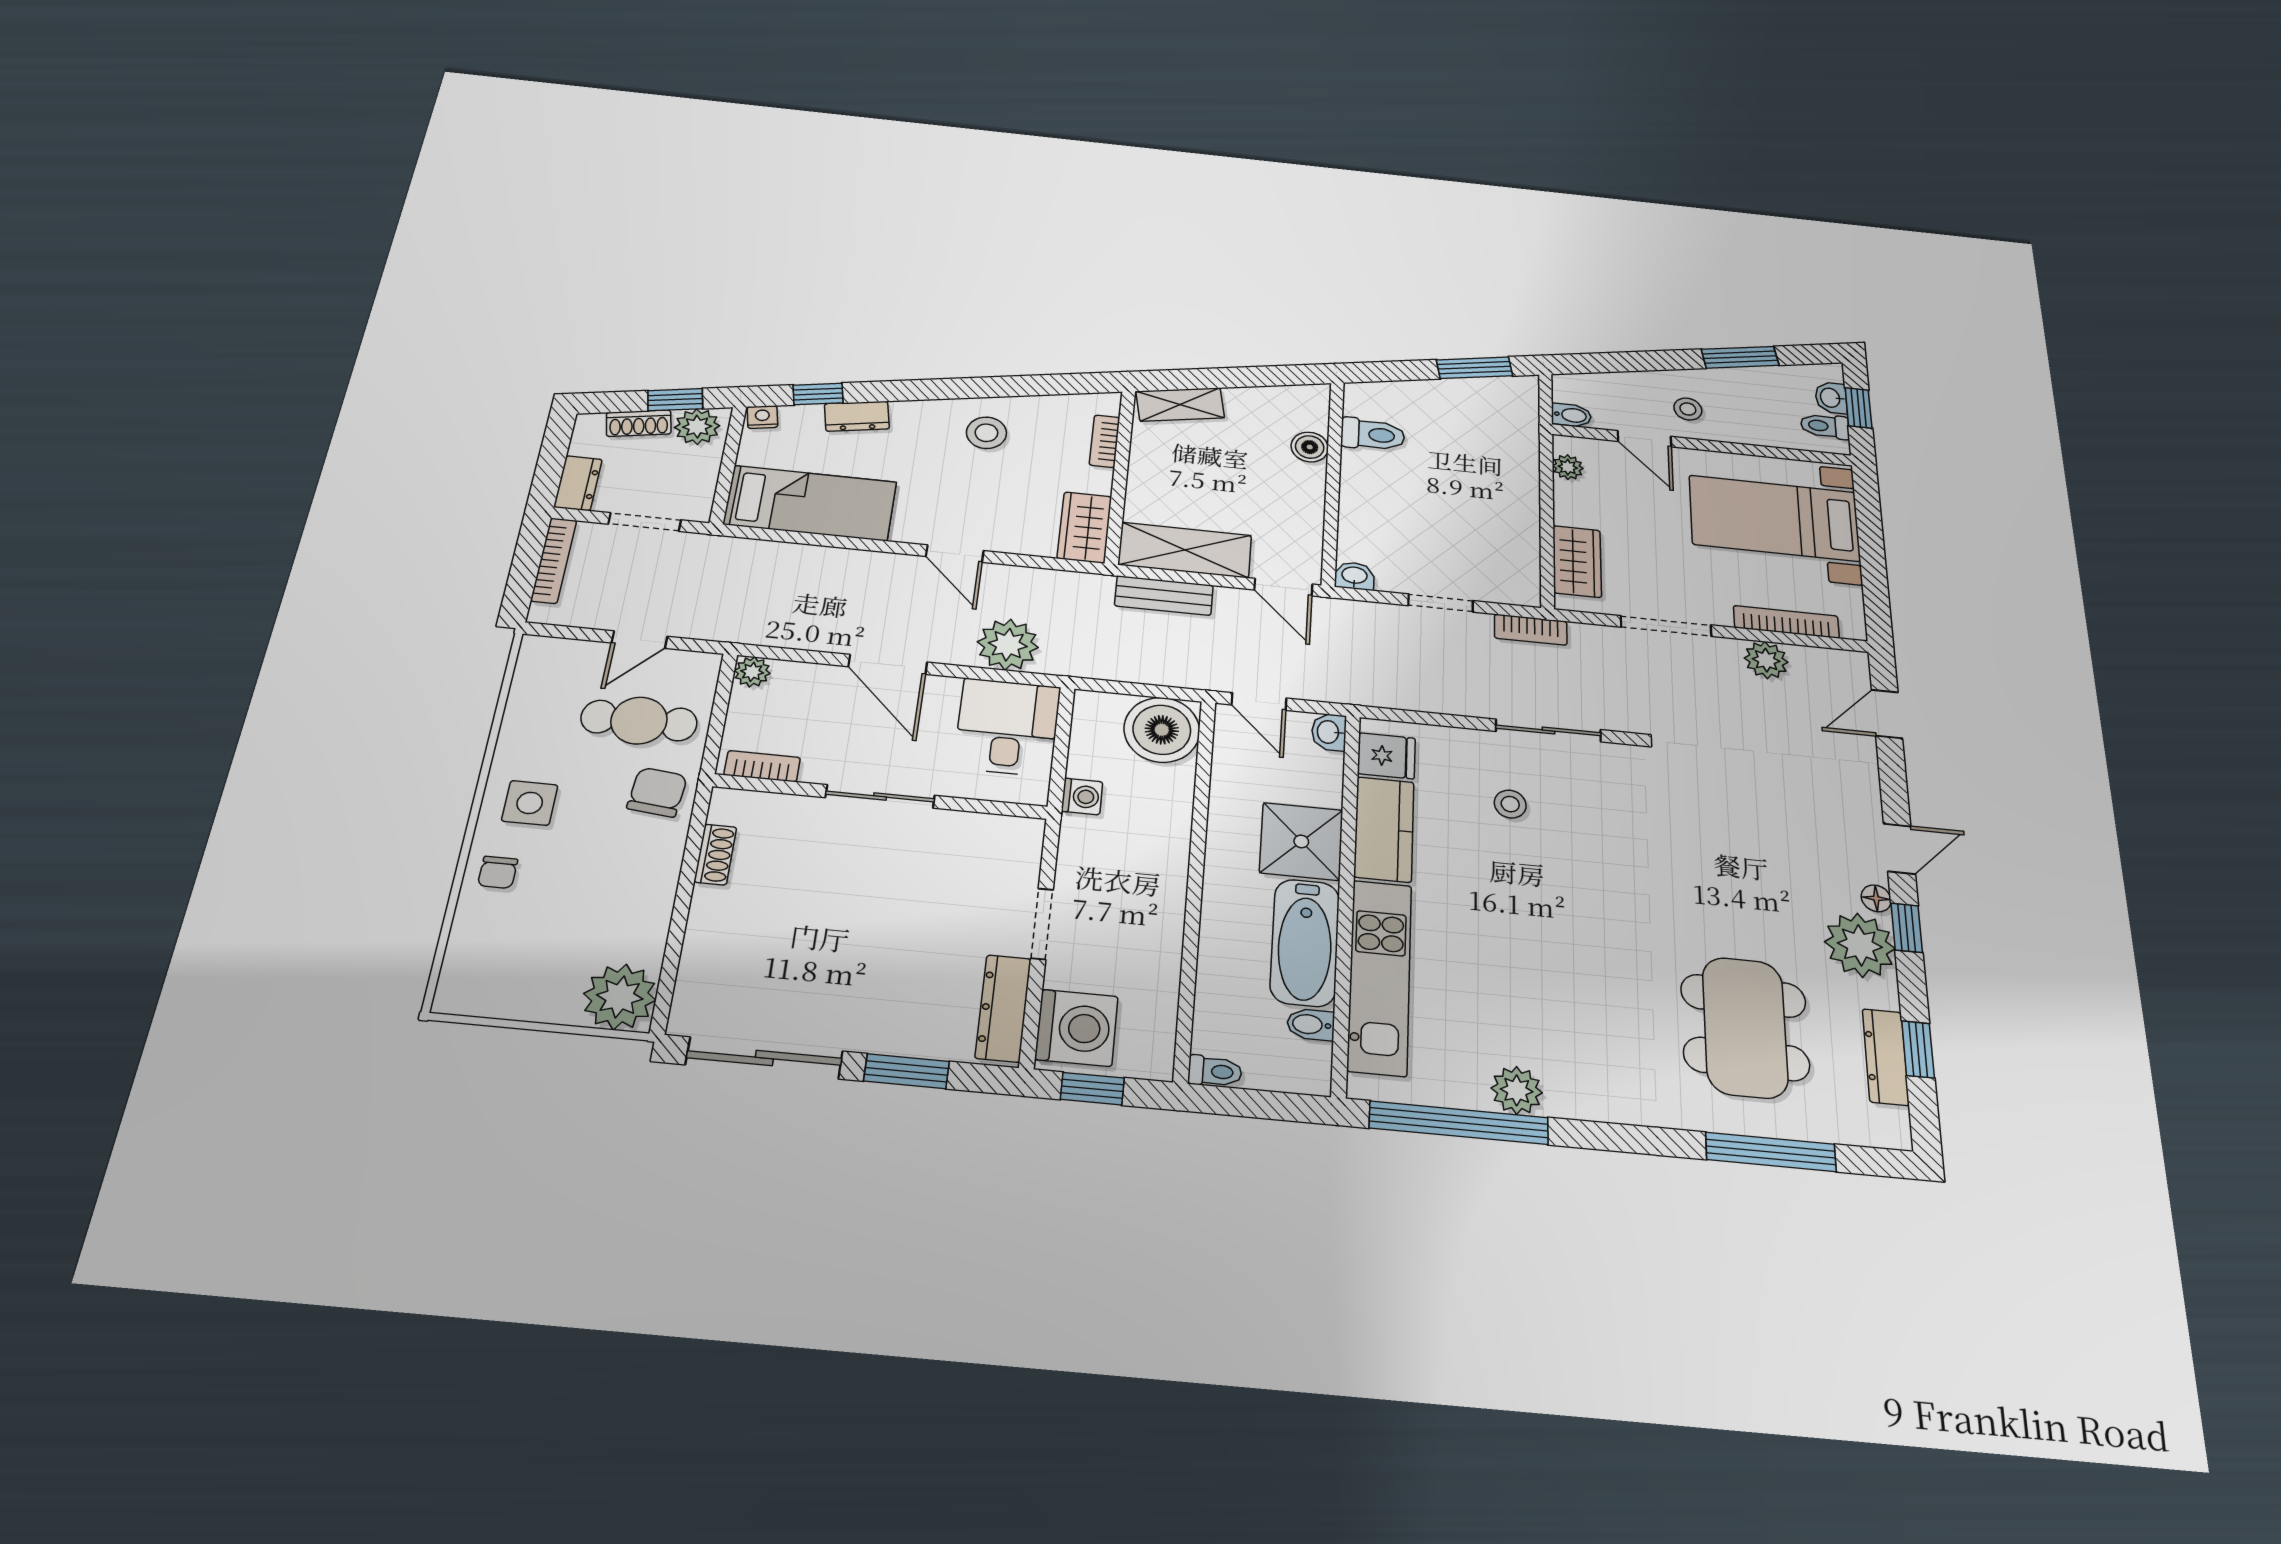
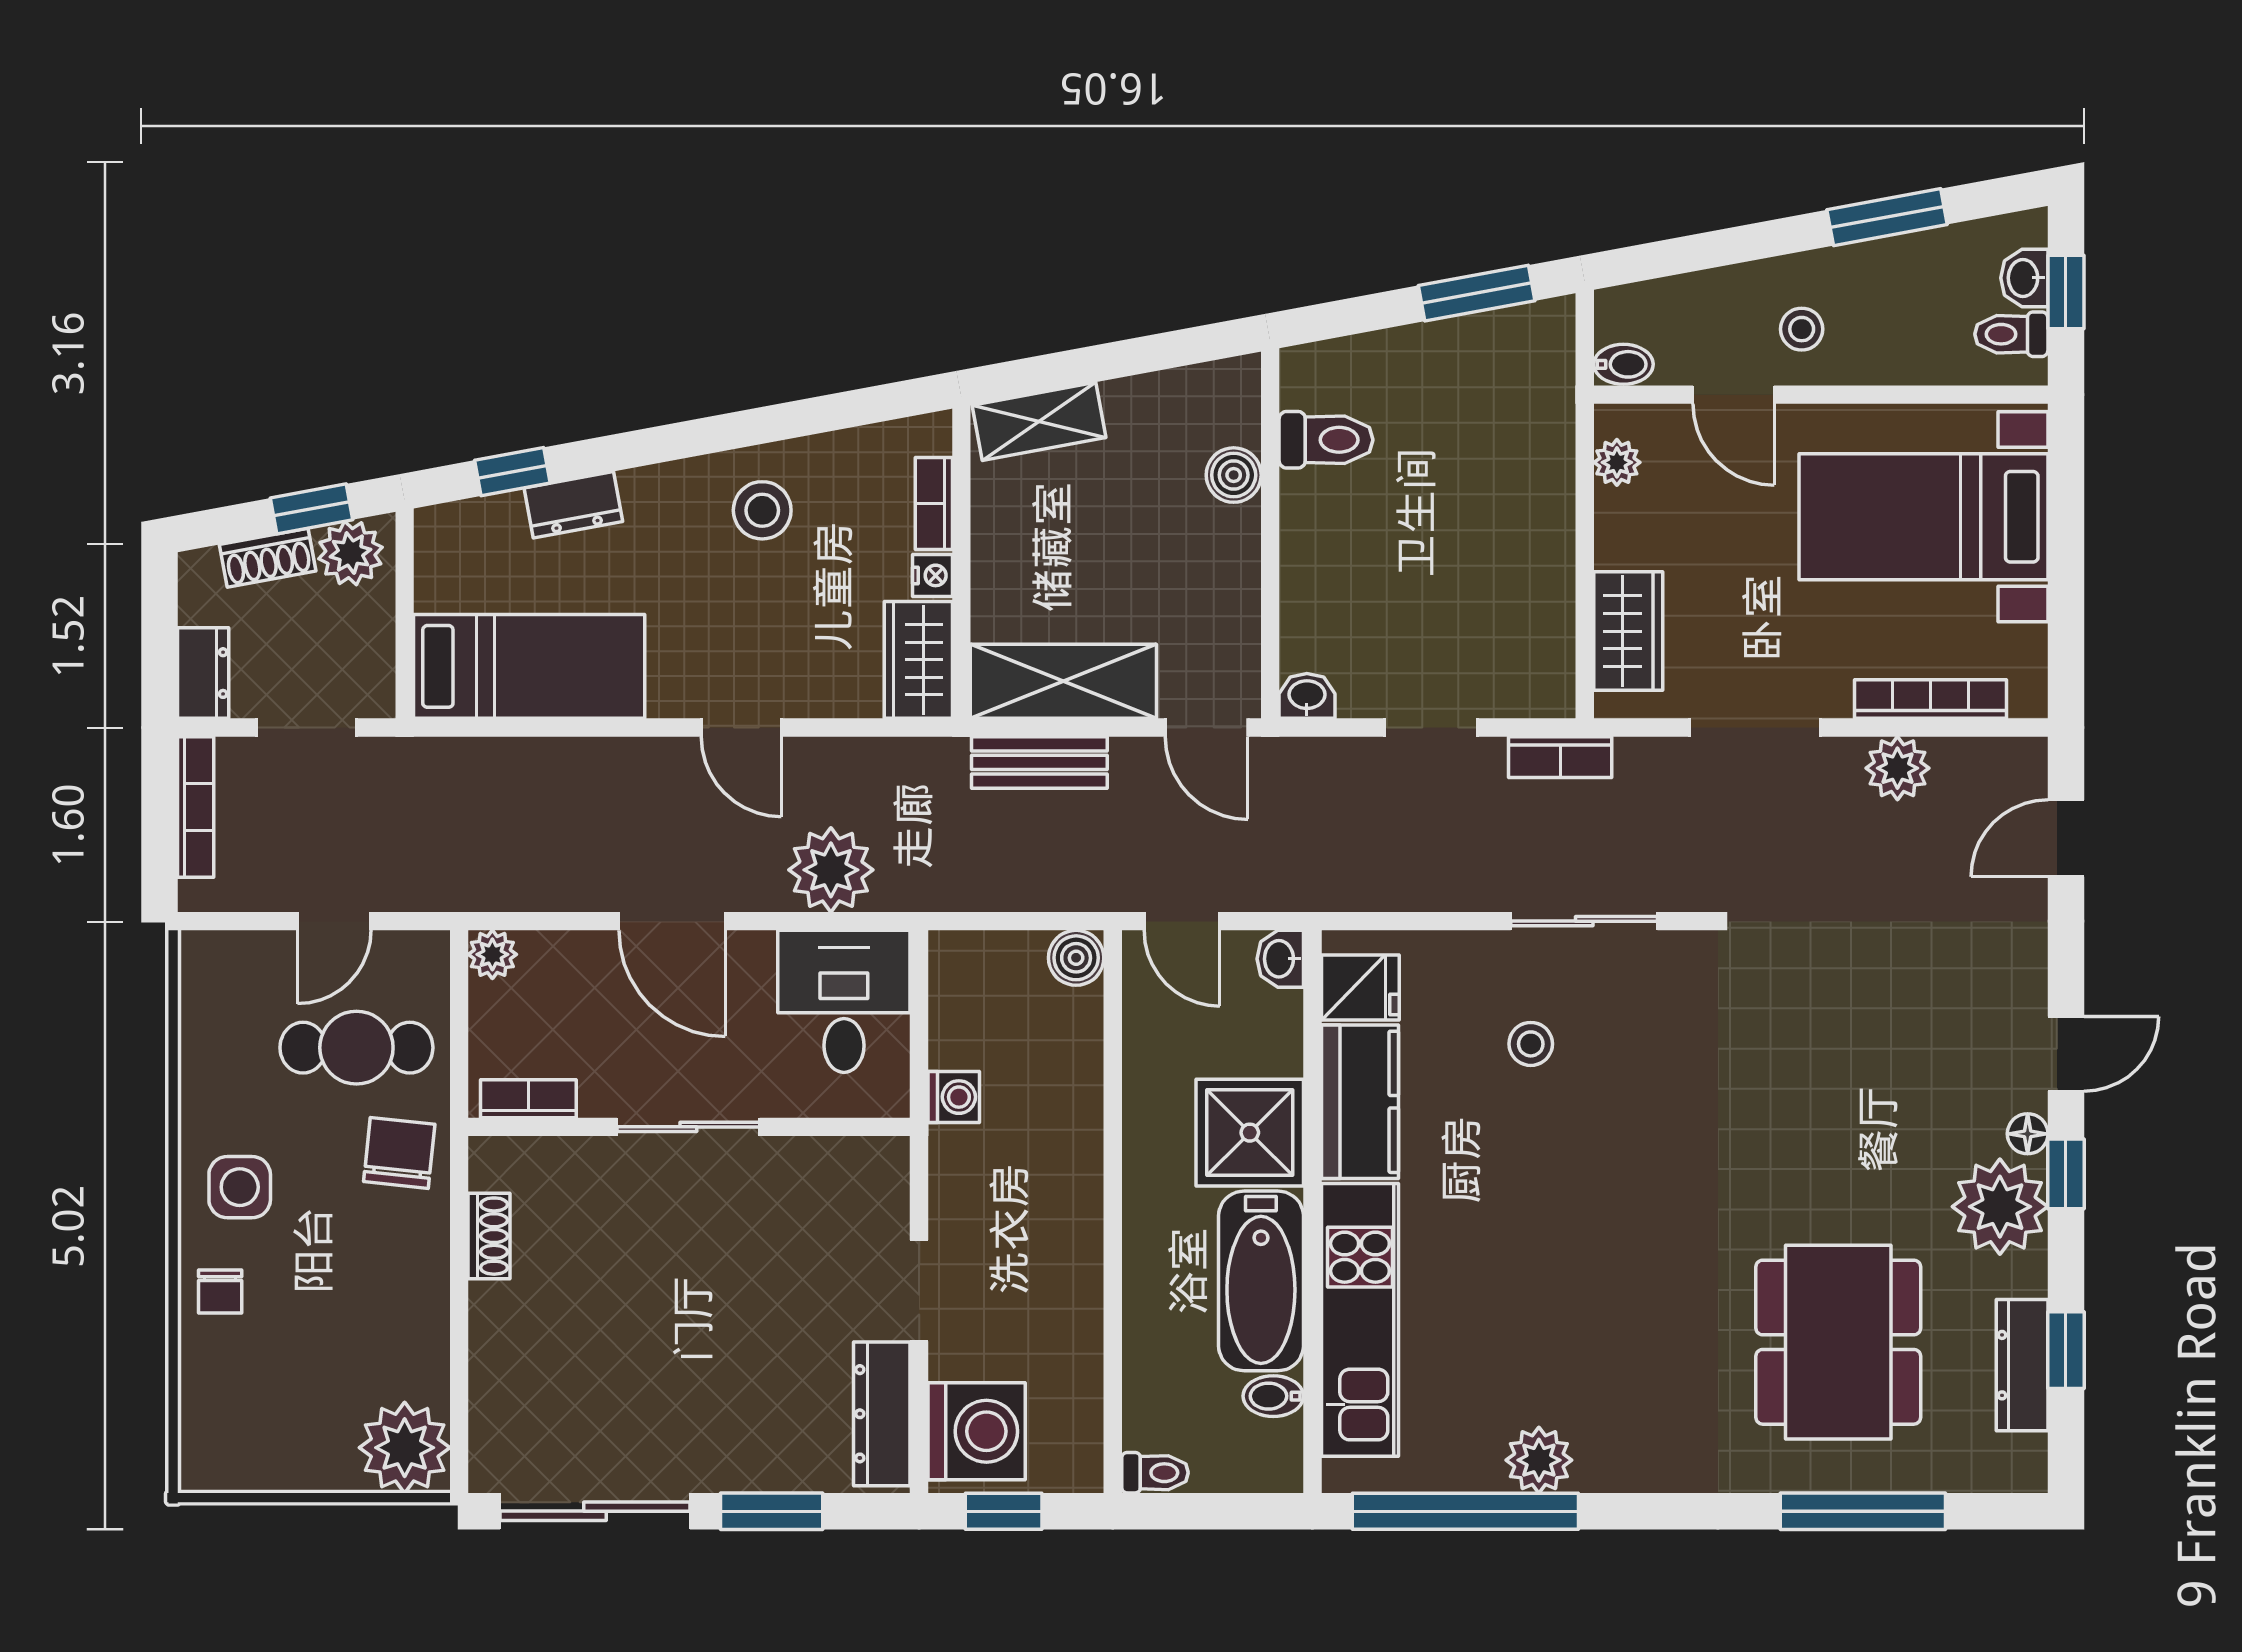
nightstand: (762, 417) -> (932, 575), moved, turned 100
boiler: (1162, 730) -> (1076, 958), width x0.54, depth x0.54

